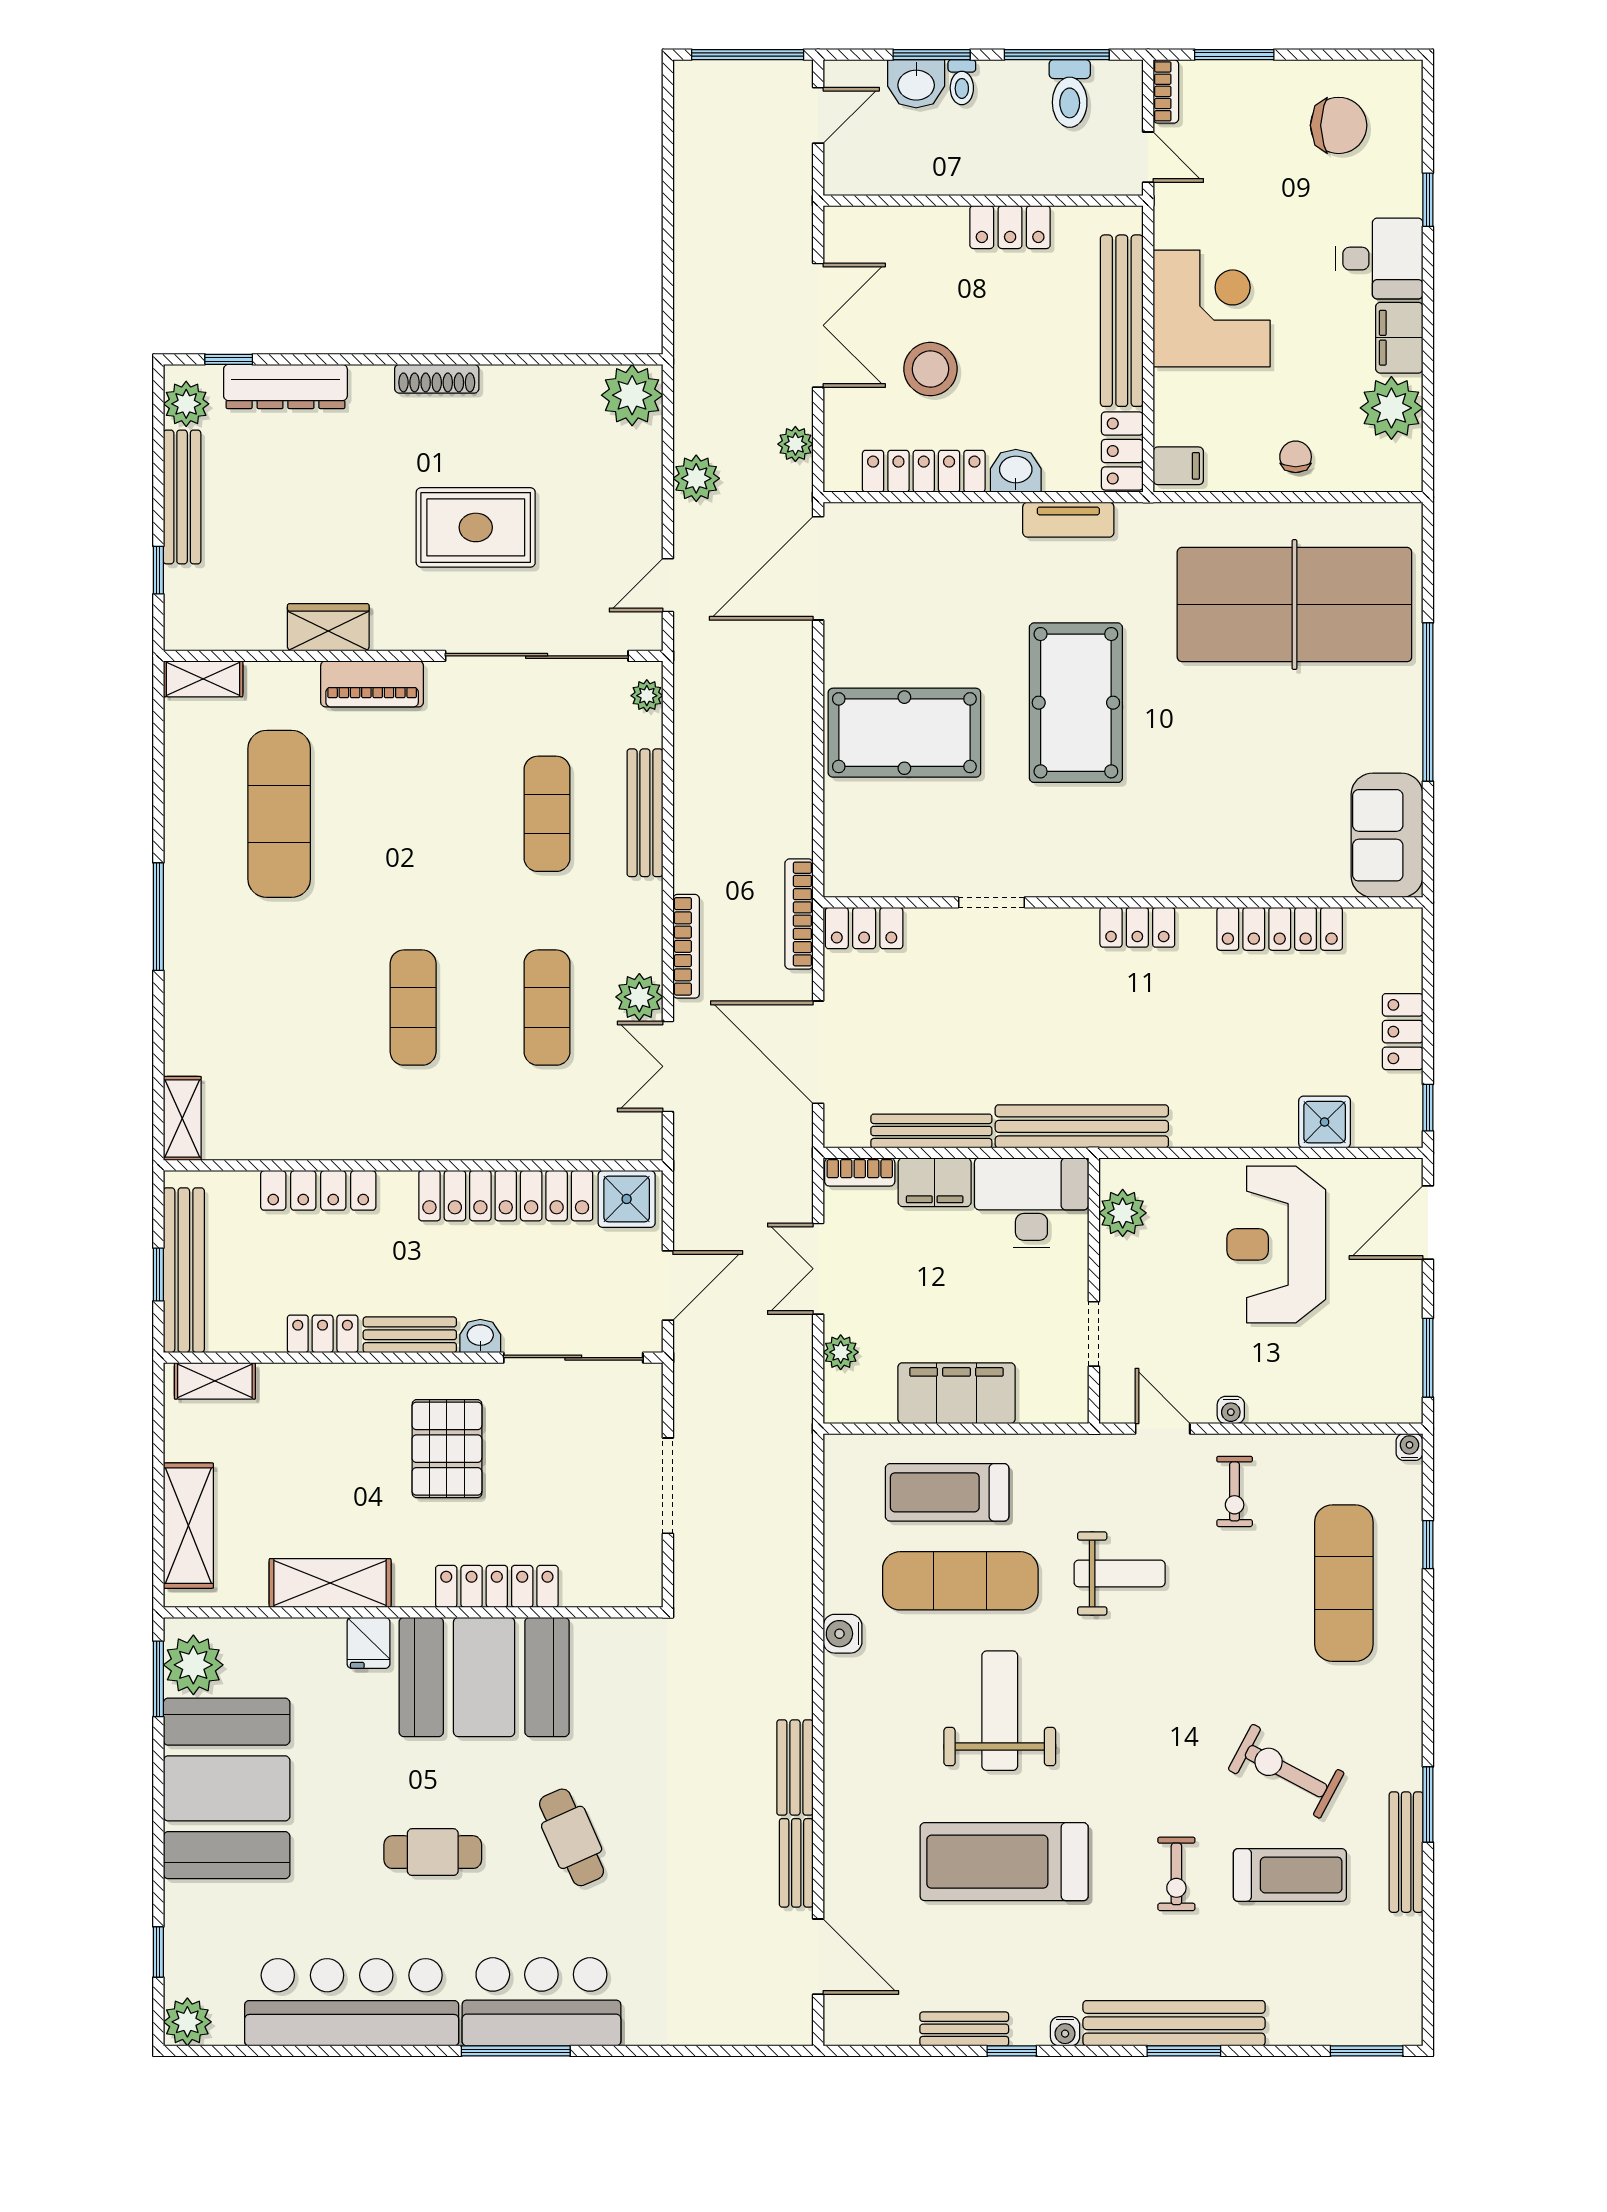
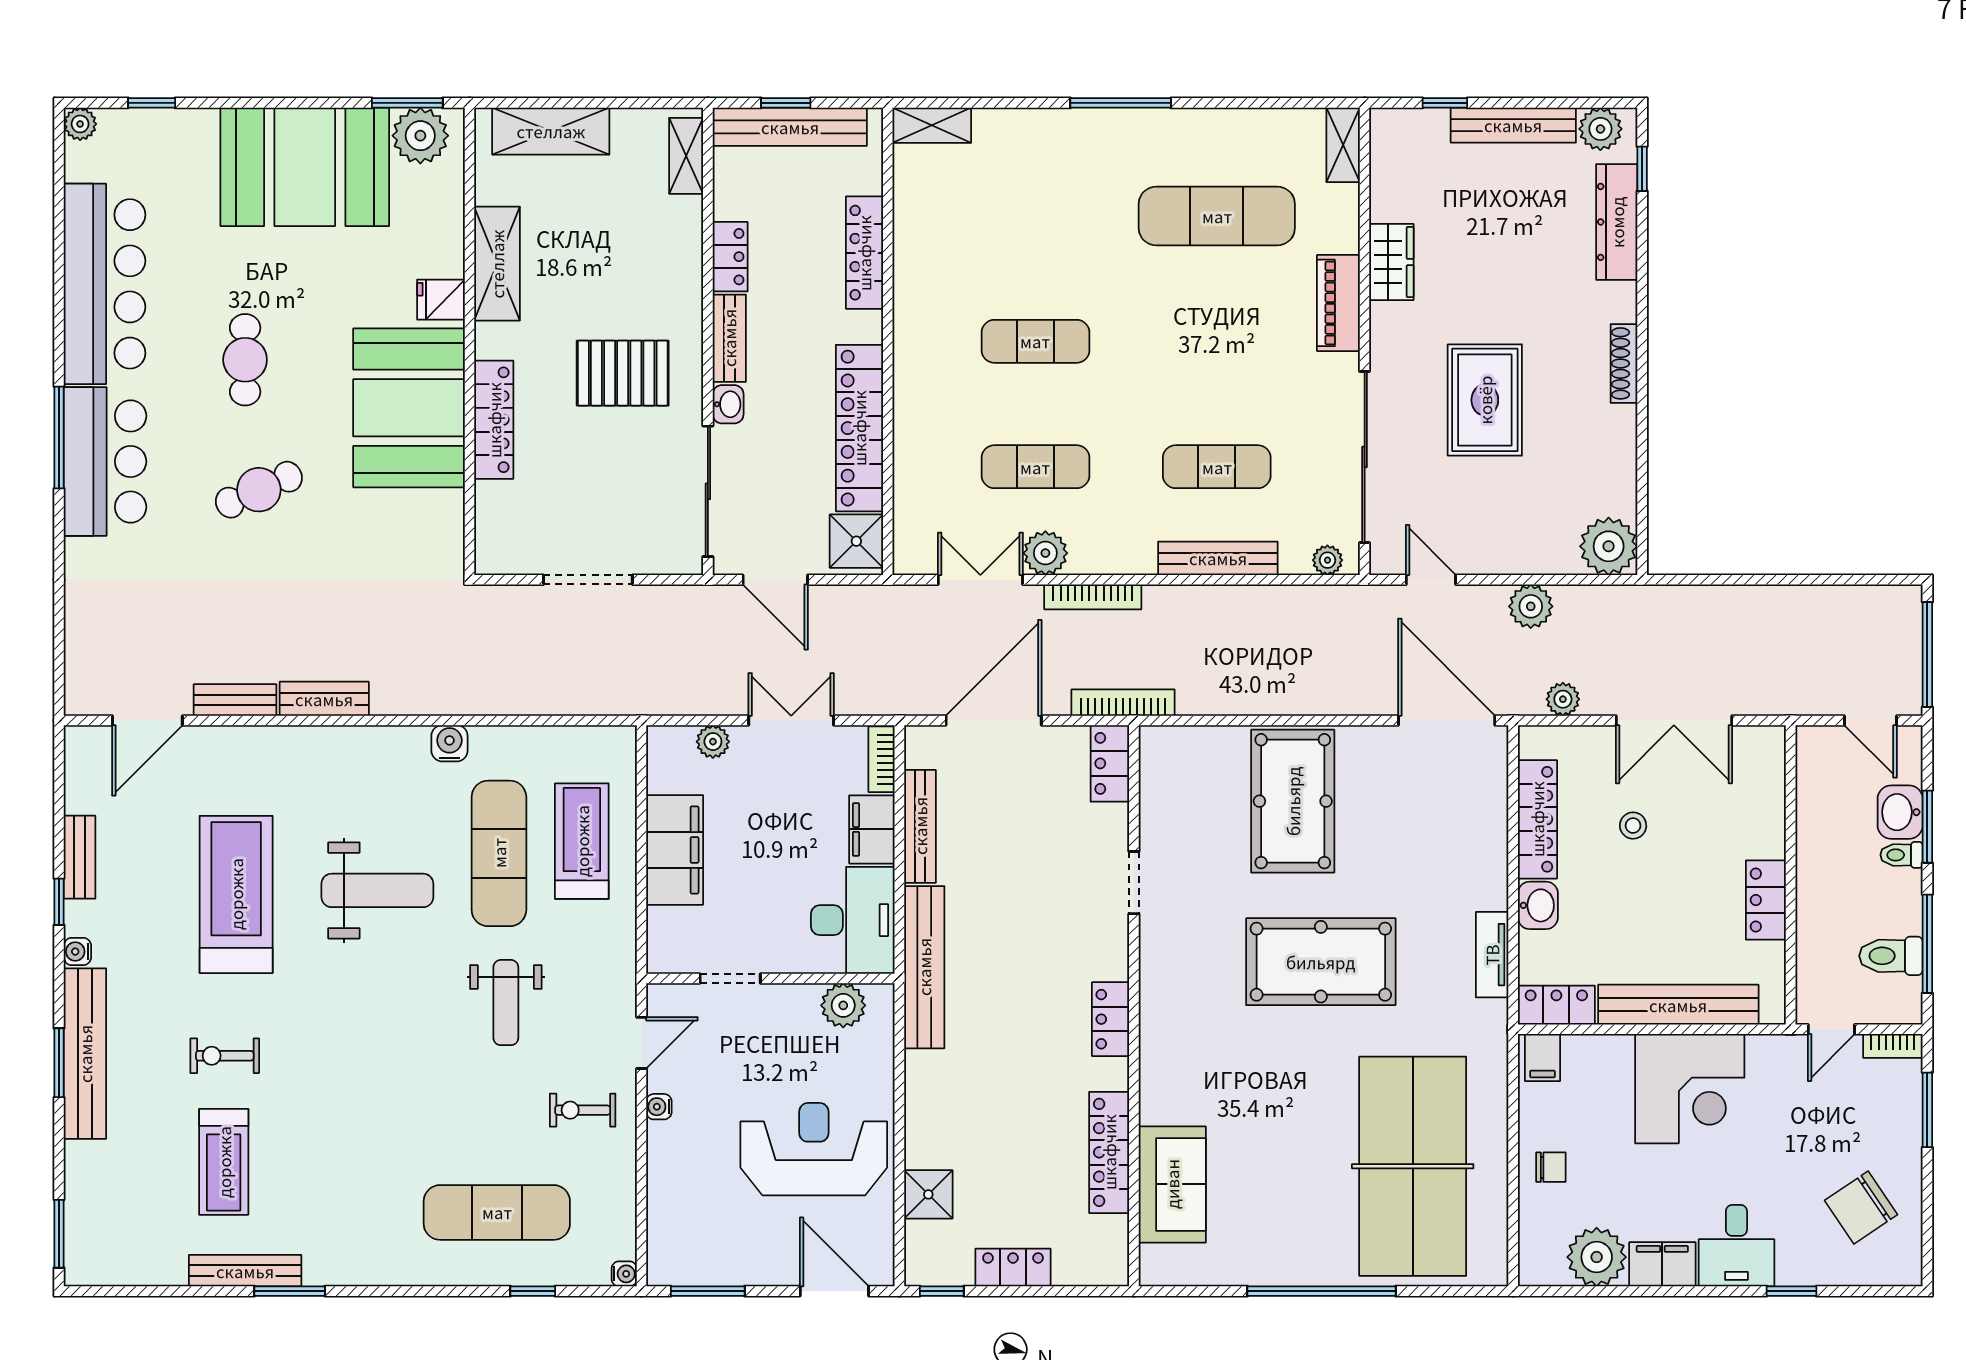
chair: (1339, 125) -> (1861, 1208), turned 56
stool: (930, 369) -> (1633, 826), width x0.53, depth x0.53
sofa: (1387, 835) -> (1172, 1184), moved, turned 90
exercise bike: (1286, 1771) -> (321, 1158), removed
plant: (187, 2022) -> (80, 124), width x0.73, depth x0.73

